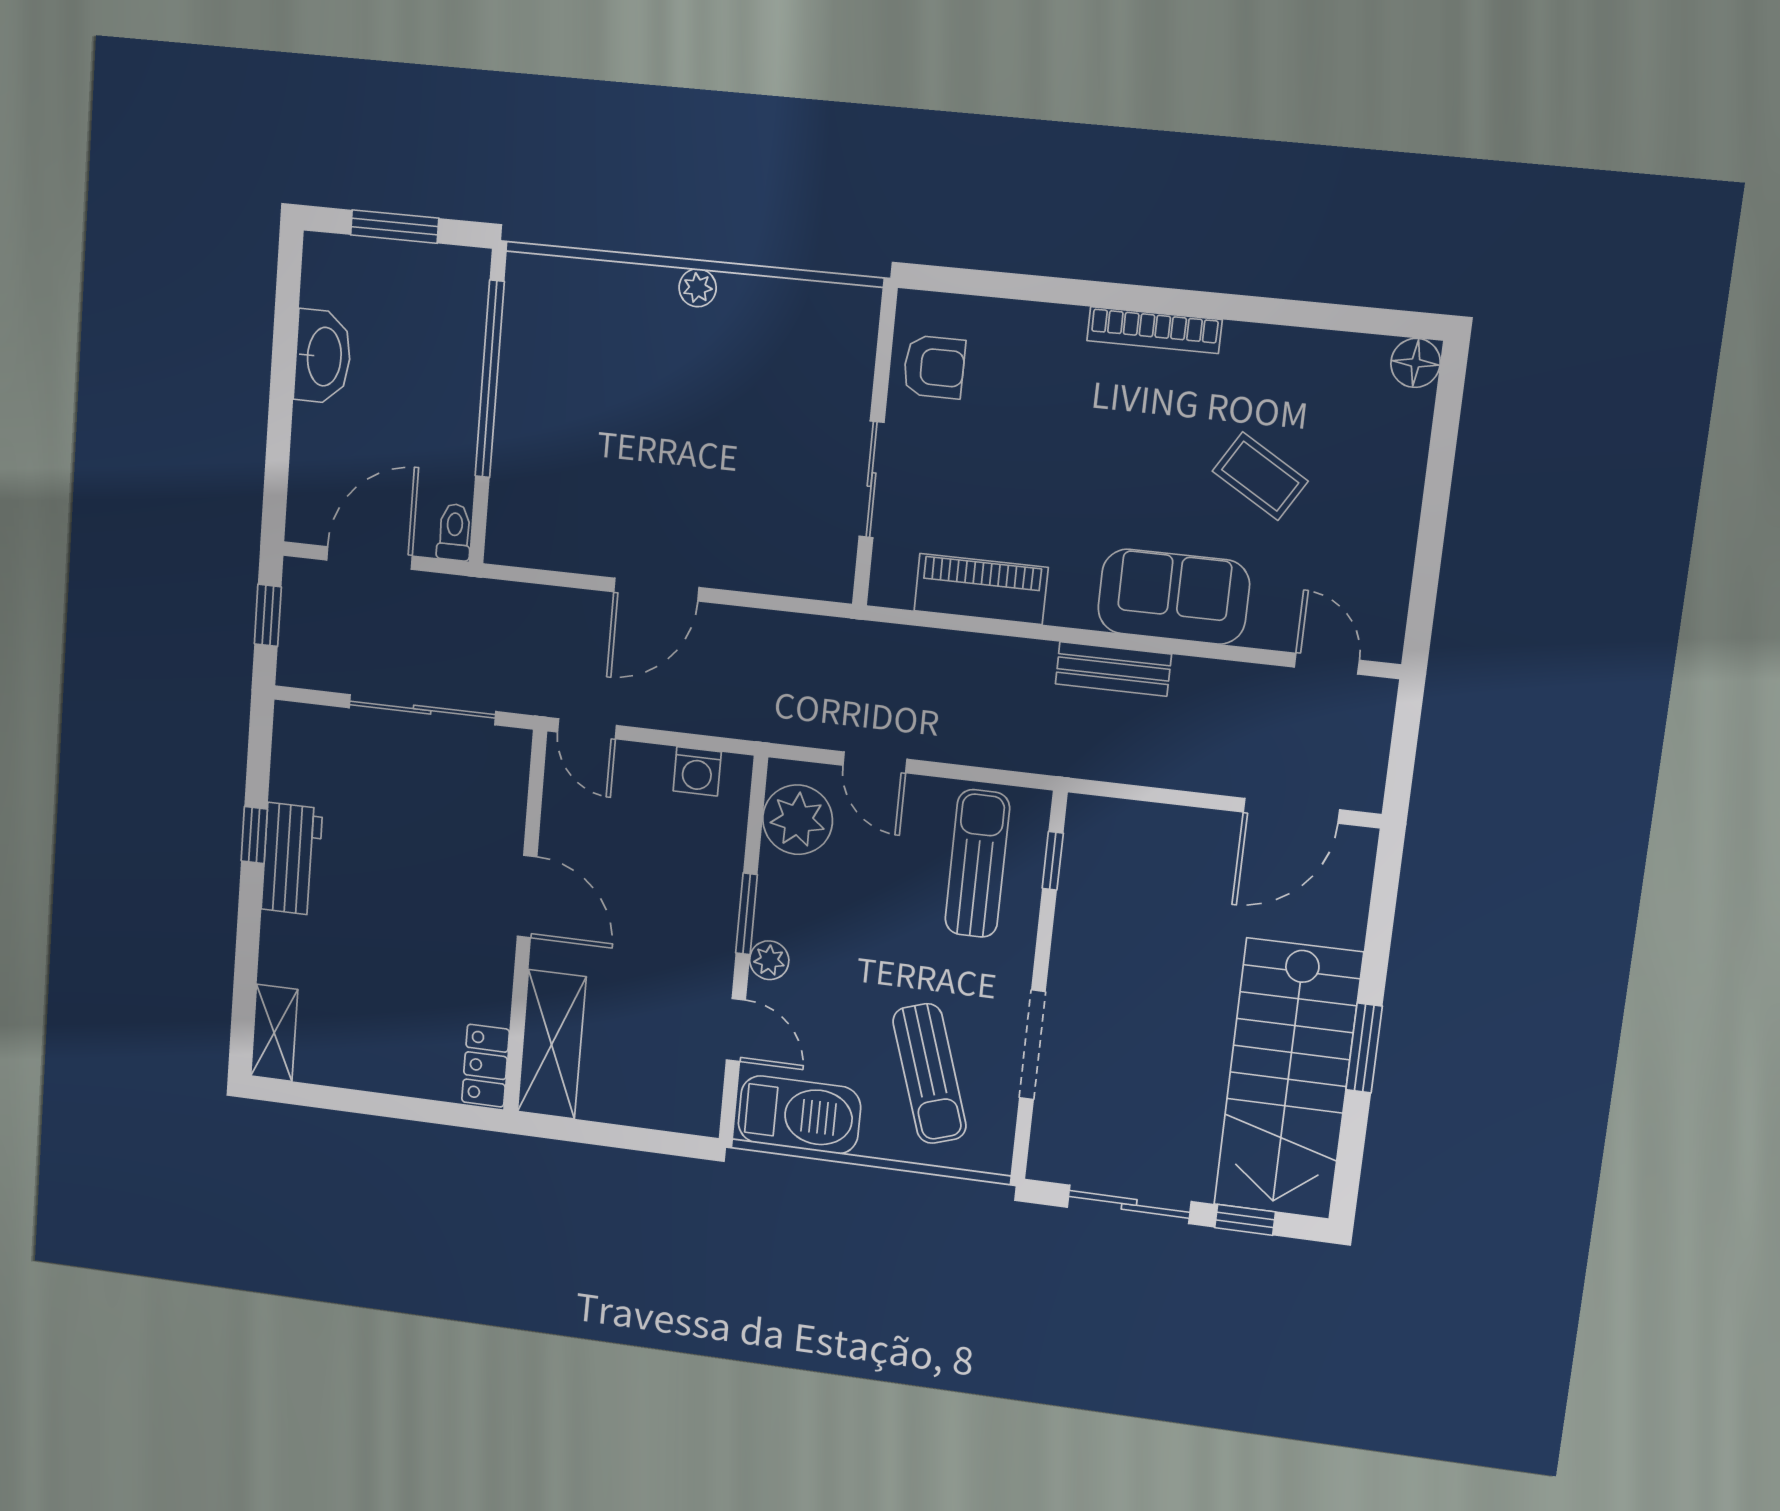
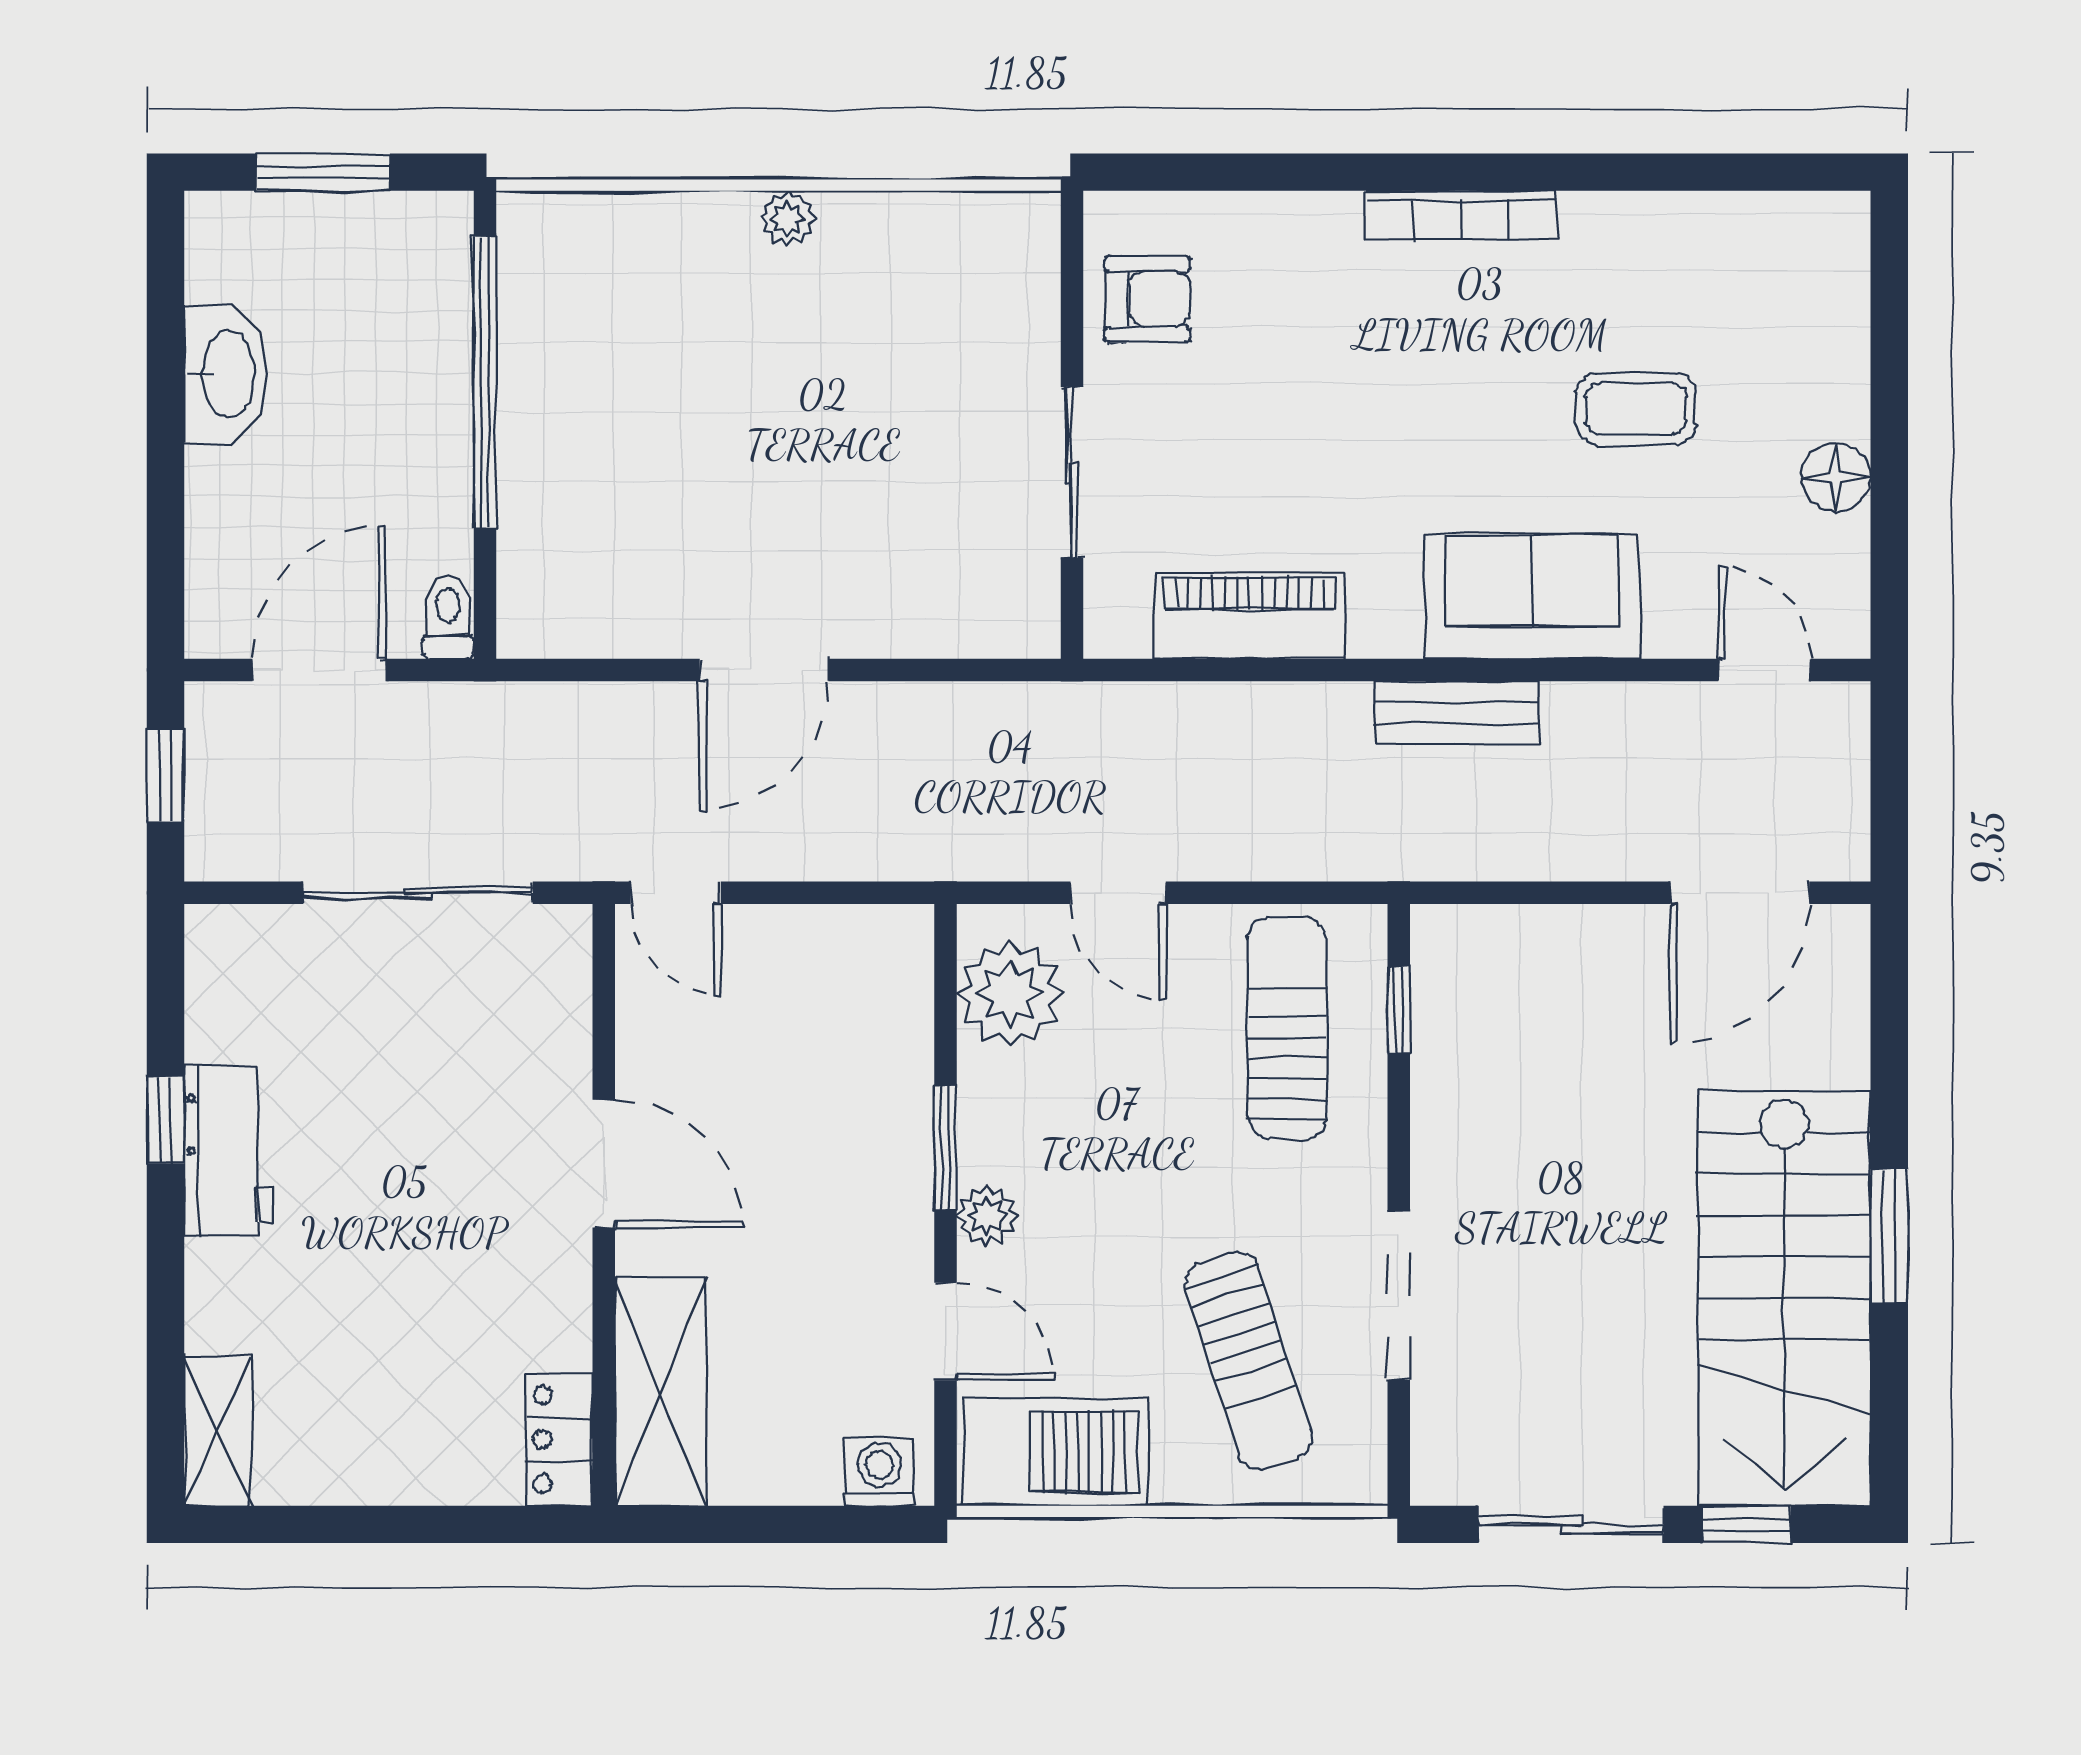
floor lamp: (1416, 363) -> (1836, 477), moved
coffee table: (1260, 476) -> (1636, 409), turned -31
washing machine: (697, 771) -> (880, 1472), moved, turned 180

